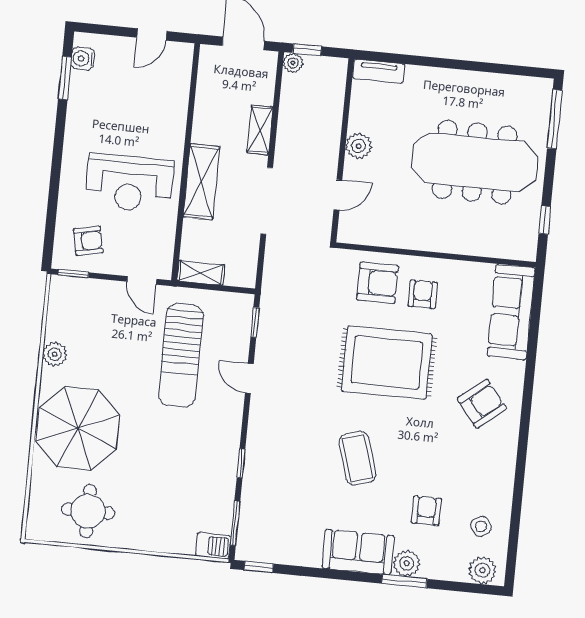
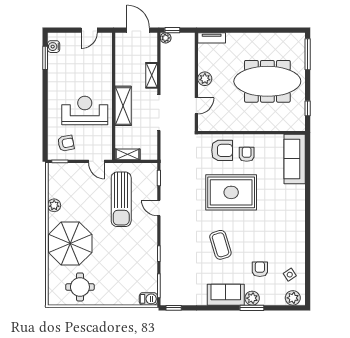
reception desk: (129, 183) -> (85, 110), turned 180
armchair: (482, 404) -> (284, 209), removed

